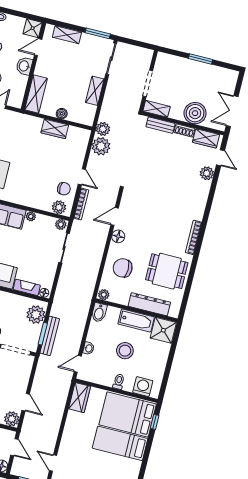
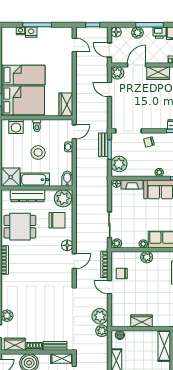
boiler: (62, 114) -> (120, 335), moved
plant: (59, 207) -> (147, 257), moved
plant: (104, 295) -> (63, 198), width x1.87, depth x1.87
bench: (50, 336) -> (103, 145), width x0.73

